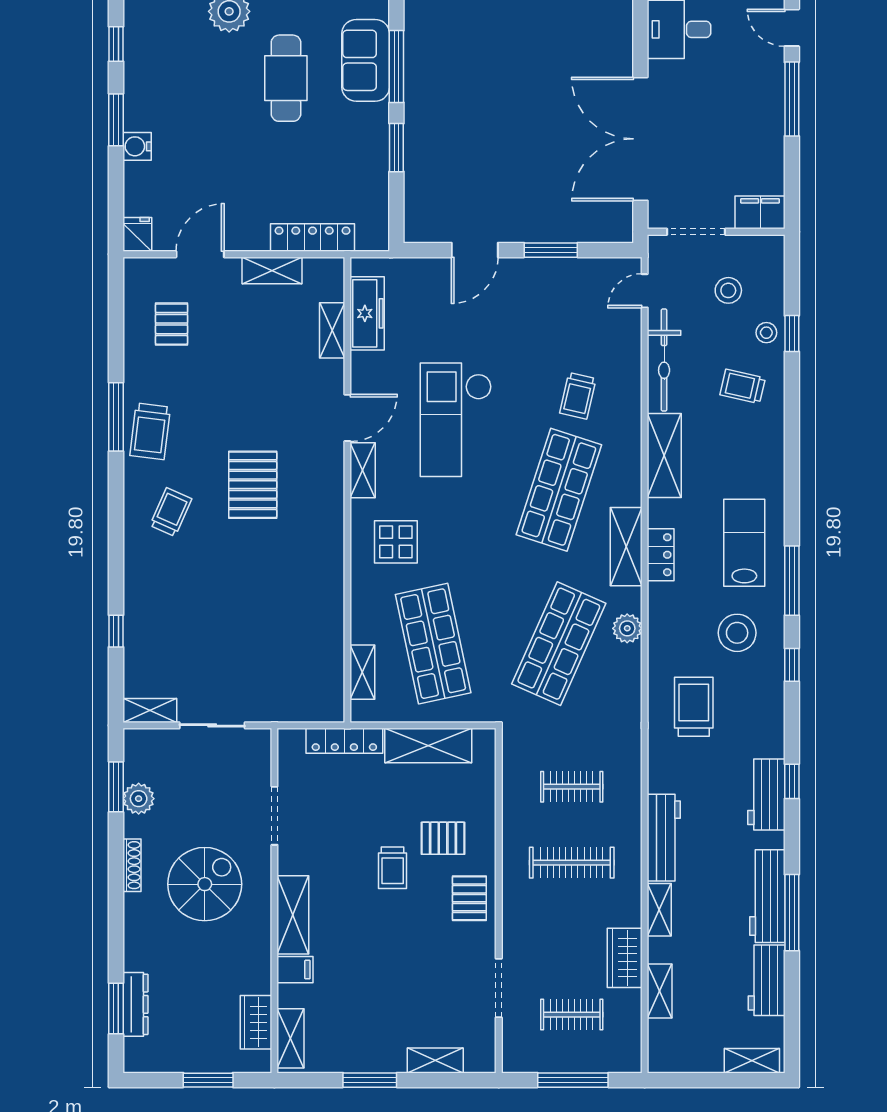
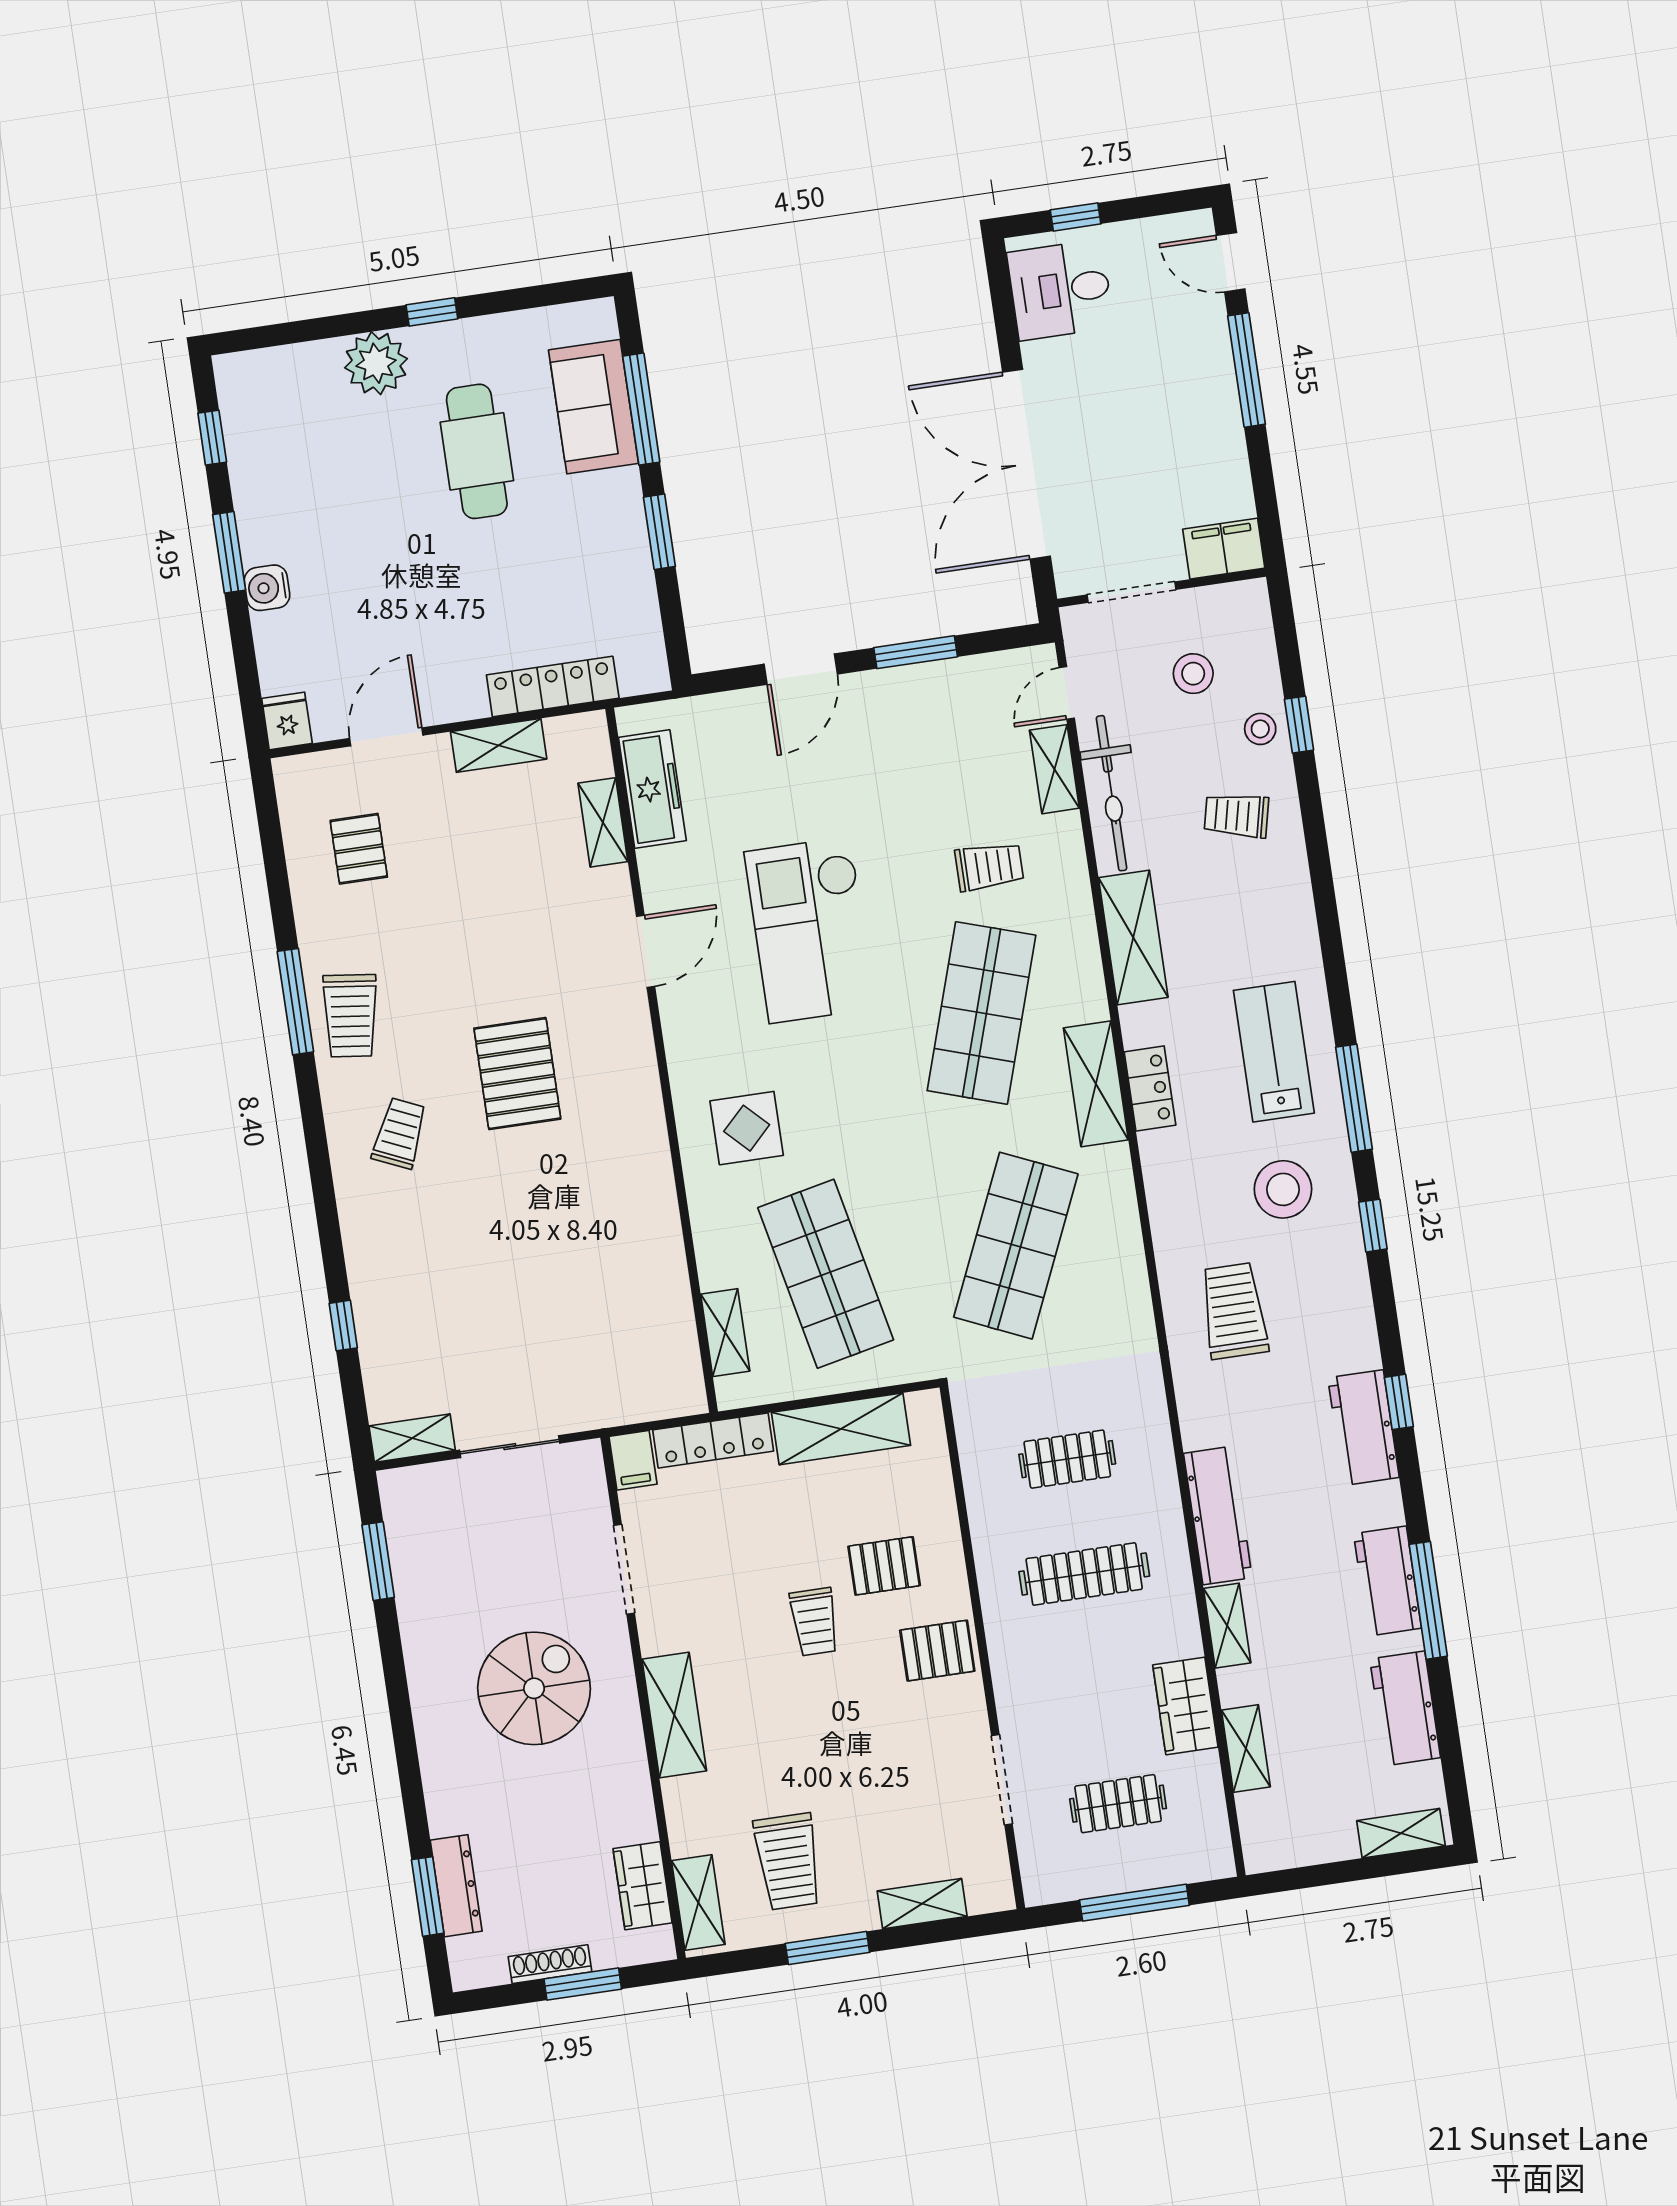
trolley: (578, 396) -> (989, 867), turned -103
shelving: (363, 470) -> (1054, 769), moved
plant: (627, 628) -> (1116, 1207), removed
plant: (139, 799) -> (415, 1574), removed
shoe rack: (132, 865) -> (550, 1964), moved, turned -90
workbench: (767, 896) -> (1388, 1581), width x0.73
pallet: (469, 898) -> (937, 1651), turned 90
filing cabinet: (295, 970) -> (633, 1460), moved, turned 90
trolley: (353, 1020) -> (788, 1862), added

